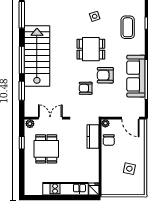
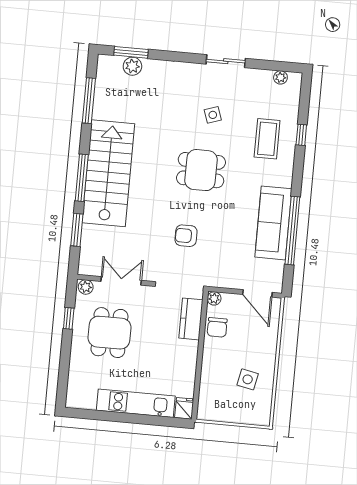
armchair: (105, 75) -> (222, 217), removed

